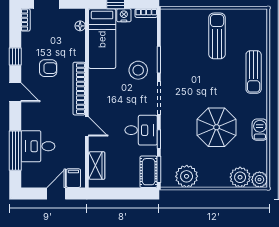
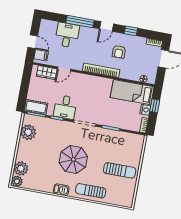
stool: (138, 70) -> (106, 113), removed
door: (87, 127) -> (64, 69), moved
parasol: (217, 127) -> (73, 159), moved
barbecue: (260, 130) -> (61, 190), moved
window: (15, 151) -> (80, 22), moved

